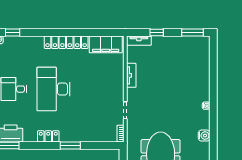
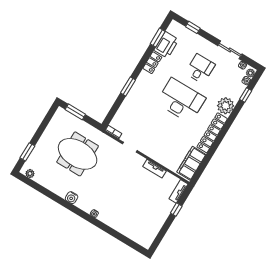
window: (193, 33) -> (159, 238), removed
plant: (34, 45) -> (226, 106), added
locker: (48, 136) -> (152, 63), moved

